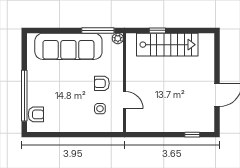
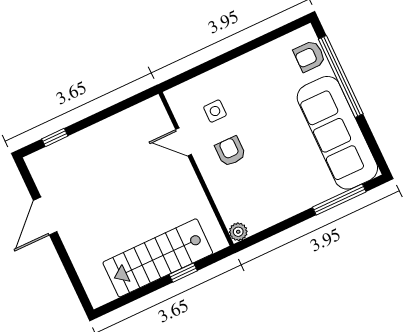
window: (98, 30) -> (339, 199), moved
sofa: (68, 46) -> (337, 133), moved, turned -90
armchair: (102, 83) -> (230, 151), turned -90

